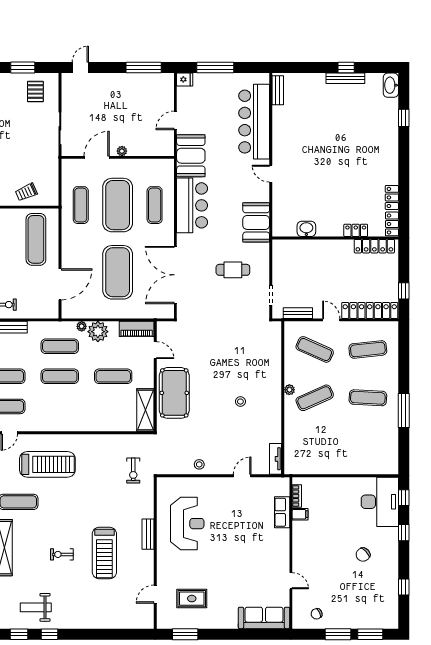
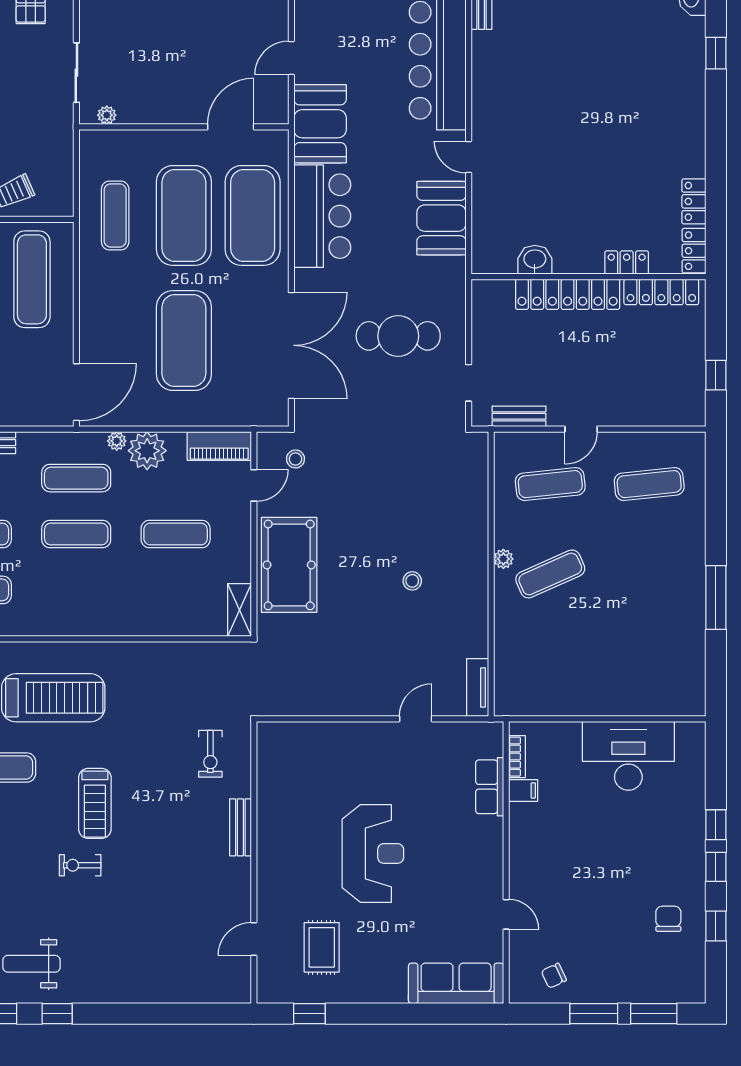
plant: (122, 151) -> (107, 115), moved
door: (97, 157) -> (231, 127), moved
exercise mat: (155, 205) -> (253, 215), width x2.00, depth x1.45
booth: (256, 222) -> (441, 218), moved
cafe table: (233, 270) -> (398, 336), width x1.37, depth x1.35
double door: (175, 275) -> (291, 345), swing flipped
door: (60, 284) -> (76, 392), moved
locker: (370, 310) -> (568, 294), moved, turned 180
door: (331, 320) -> (581, 429), swing flipped
exercise mat: (315, 349) -> (550, 484), turned -30
door: (155, 350) -> (254, 485), hinge flipped
exercise mat: (368, 398) -> (649, 574), removed
shelving: (145, 410) -> (239, 610), width x0.67, depth x0.75
stool: (199, 464) -> (295, 459), moved
exercise bike: (133, 470) -> (210, 754), moved
window: (404, 498) -> (716, 867), moved
desk: (380, 502) -> (628, 756), moved, turned -90
reception desk: (187, 524) -> (373, 853), moved
treadmill: (104, 553) -> (95, 803), moved, width x0.73, depth x0.73
chair: (363, 555) -> (668, 919), moved, turned 132
rug: (192, 599) -> (322, 947), turned 90
window: (185, 634) -> (309, 1014), width x0.67

